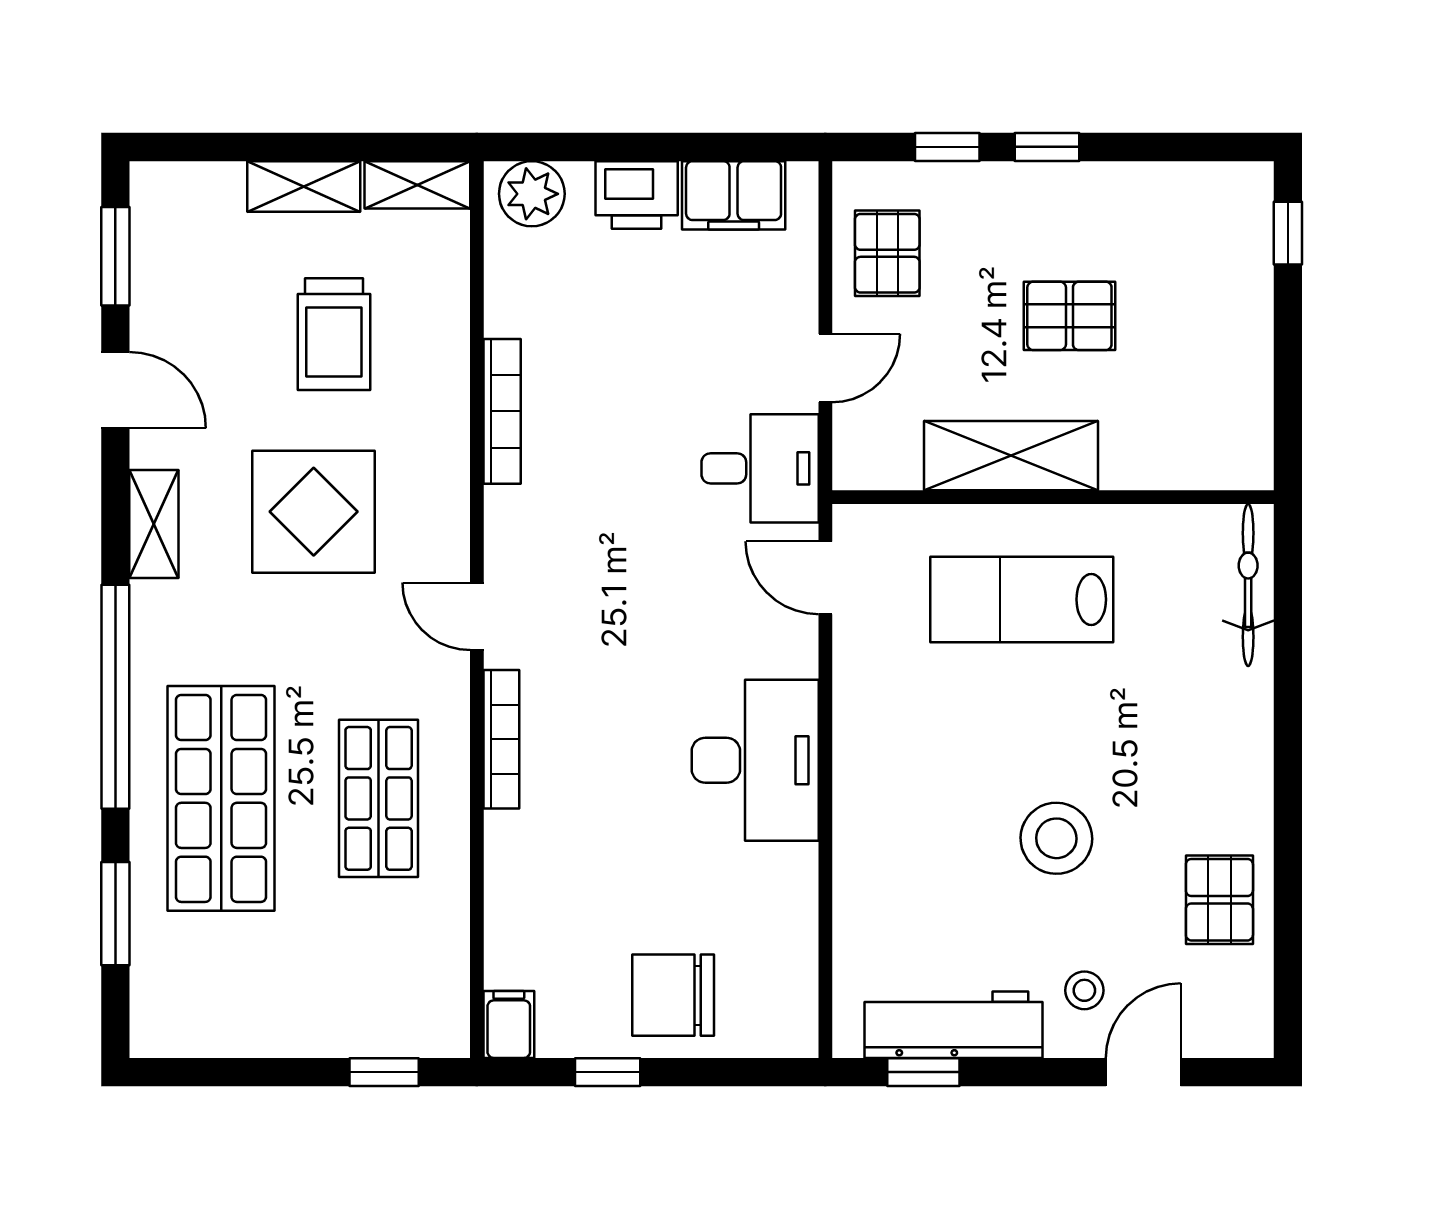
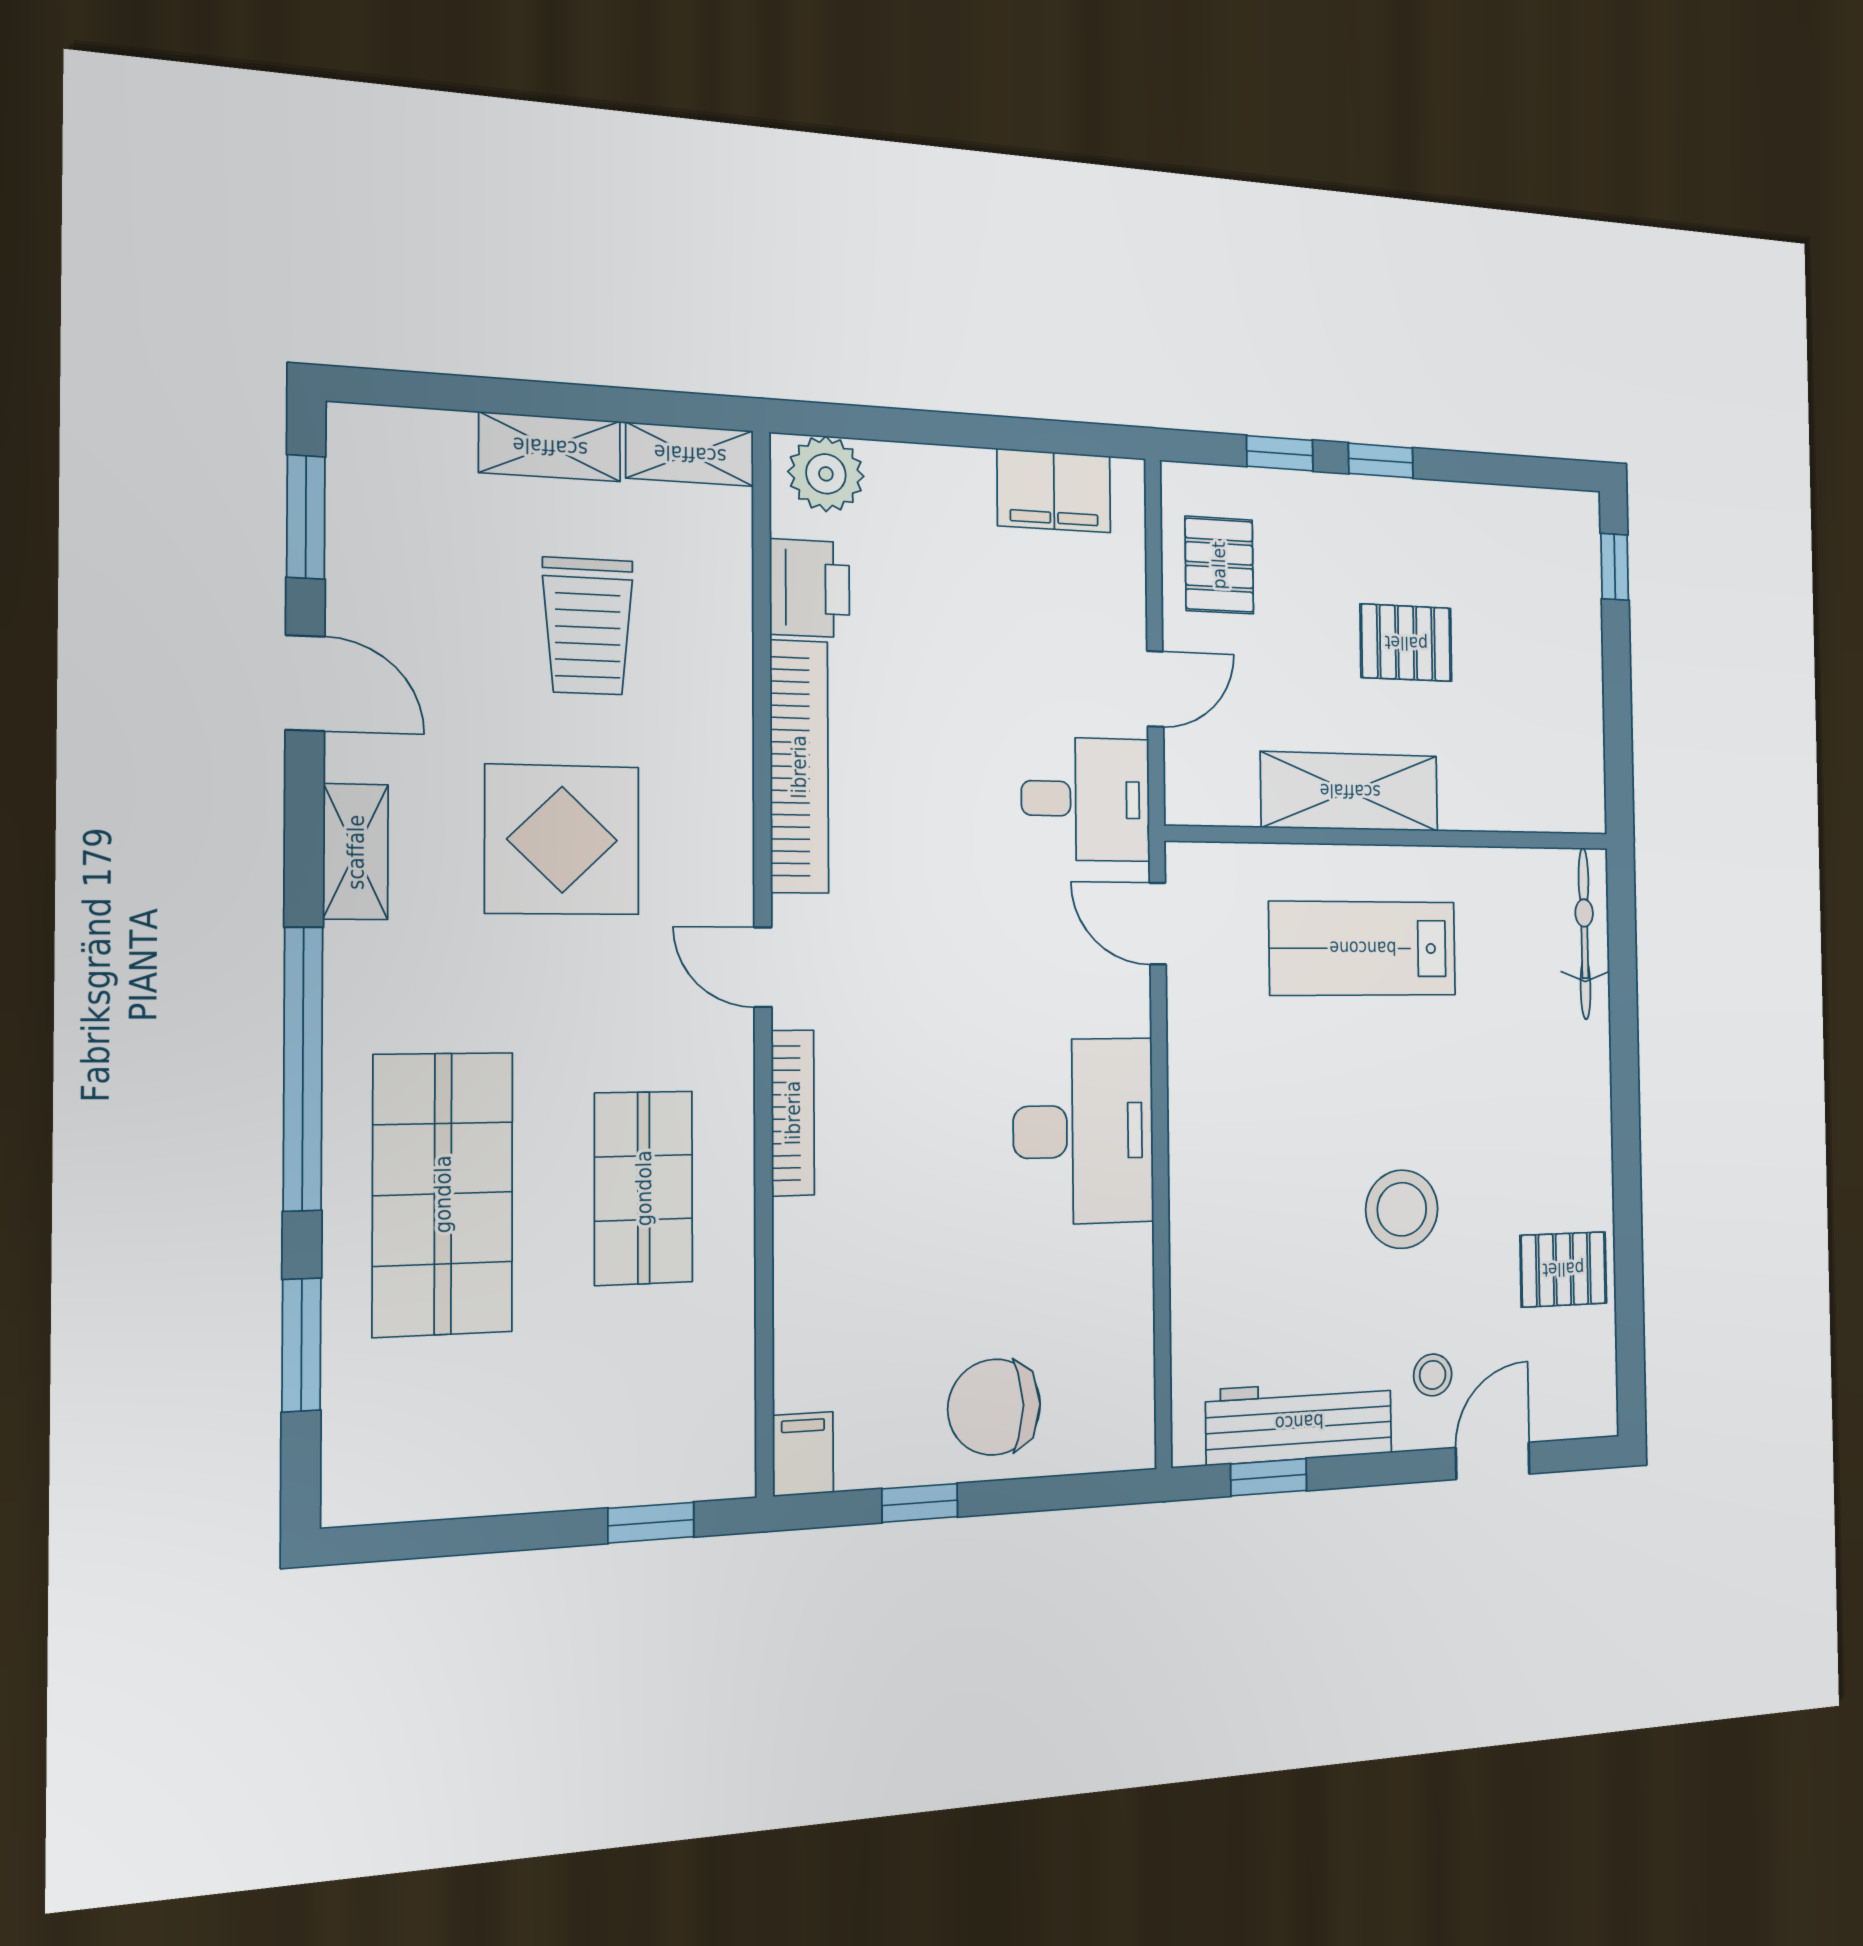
printer: (637, 195) -> (810, 588), moved, turned -90
bookcase: (502, 411) -> (799, 767), width x1.48, depth x1.31
pallet: (1219, 900) -> (1563, 1269), turned 90

